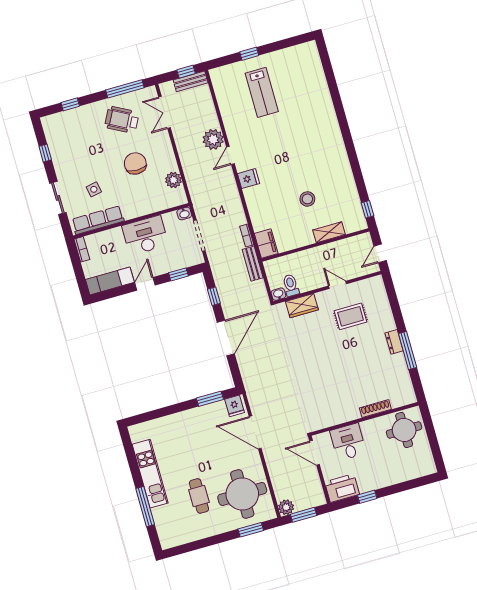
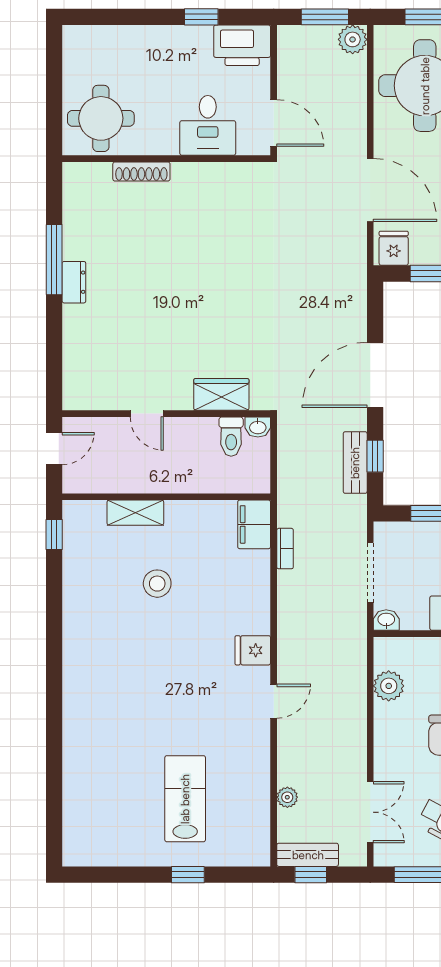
plant: (213, 139) -> (287, 797), moved, width x0.53, depth x0.53
bench: (253, 264) -> (355, 463), moved
rug: (351, 316) -> (139, 350), removed

